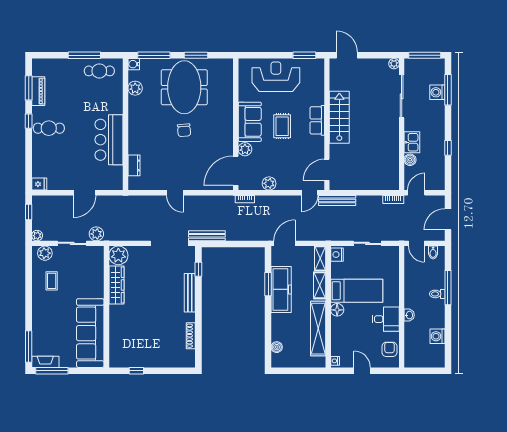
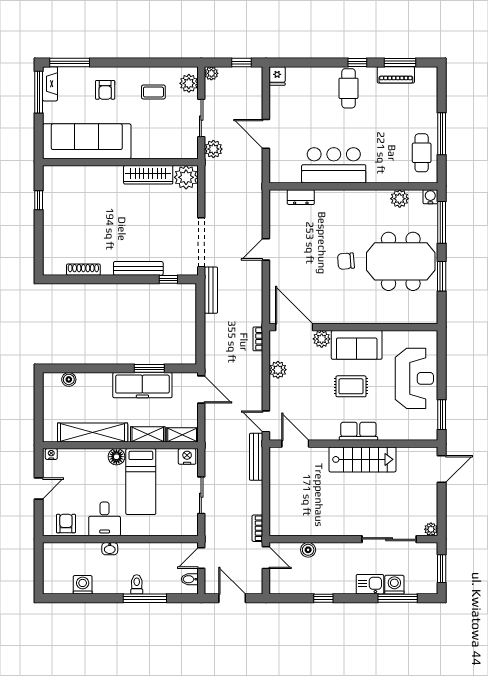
window: (425, 55) -> (442, 569), width x0.69
kitchen sink: (412, 142) -> (370, 584), moved, turned 180
armchair: (50, 319) -> (105, 90), added
armchair: (389, 349) -> (66, 524), turned -90

